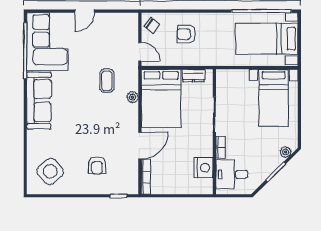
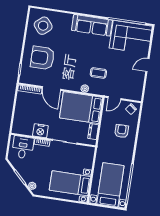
door: (85, 11) -> (147, 65), hinge flipped
armchair: (97, 165) -> (43, 58), width x1.88, depth x1.88
nightstand: (204, 168) -> (40, 131), moved

